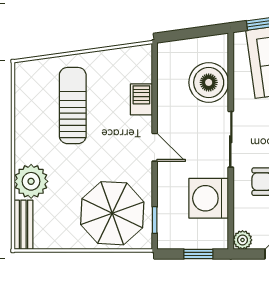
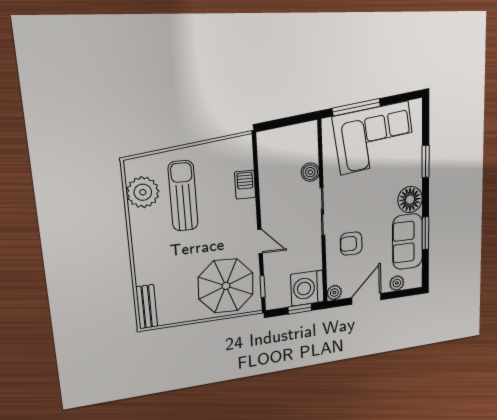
boiler: (209, 82) -> (310, 172), width x0.54, depth x0.54
door: (155, 147) -> (260, 241), moved
plant: (31, 181) -> (143, 192), moved
washing machine: (209, 198) -> (307, 288), moved

